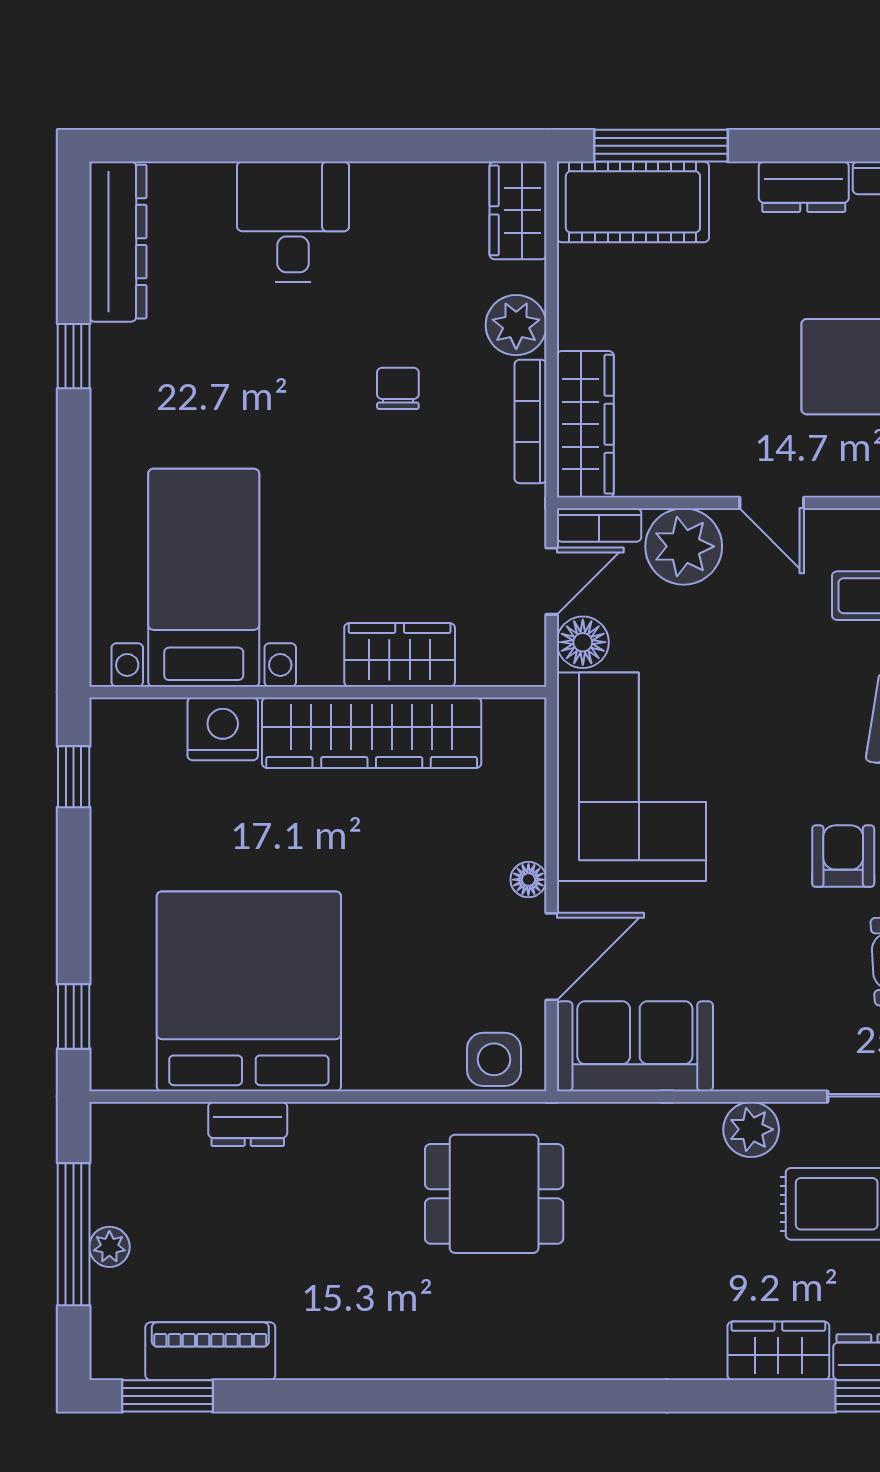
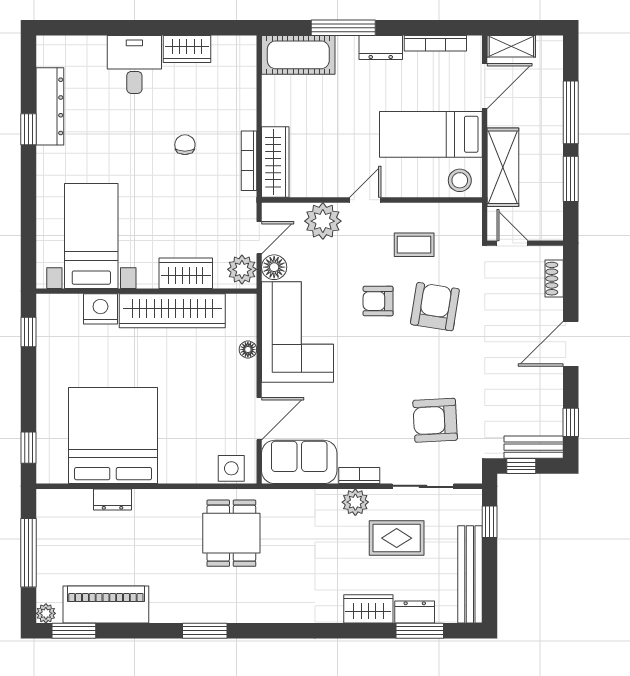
window: (661, 146) -> (343, 28), moved
wardrobe: (518, 210) -> (187, 49), moved, turned -90
dresser: (118, 242) -> (50, 106), moved
plant: (516, 325) -> (242, 269), moved
door: (772, 503) -> (365, 200), swing flipped
bookcase: (599, 525) -> (359, 476), moved, turned 180
armchair: (843, 856) -> (378, 301), moved, turned -90
floor lamp: (528, 880) -> (248, 350), moved
dining table: (494, 1194) -> (231, 533), turned 90
plant: (109, 1247) -> (46, 613), moved
piano: (210, 1351) -> (106, 605), width x1.37, depth x1.33
window: (439, 1396) -> (205, 631), added

